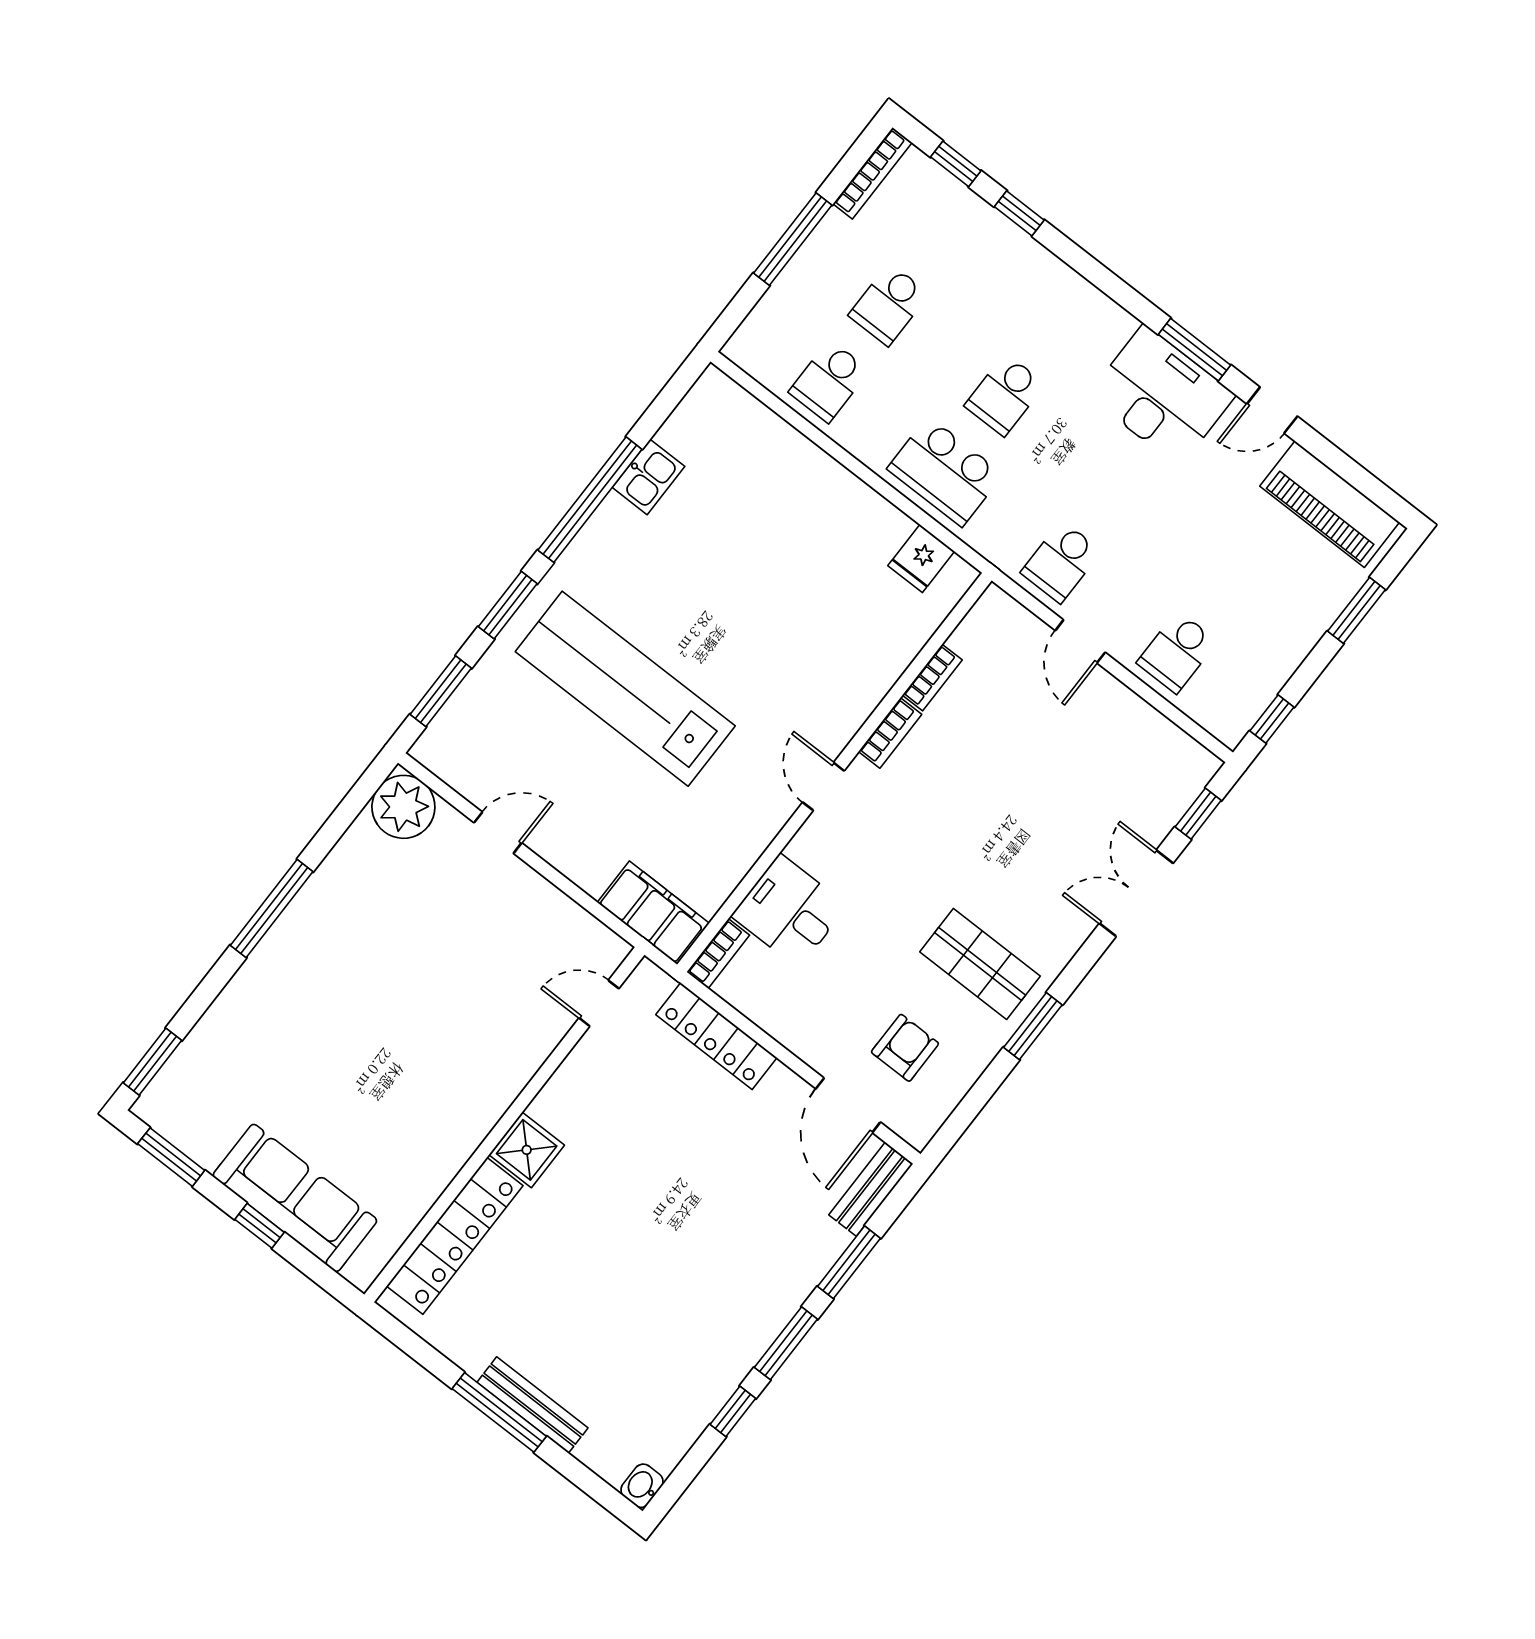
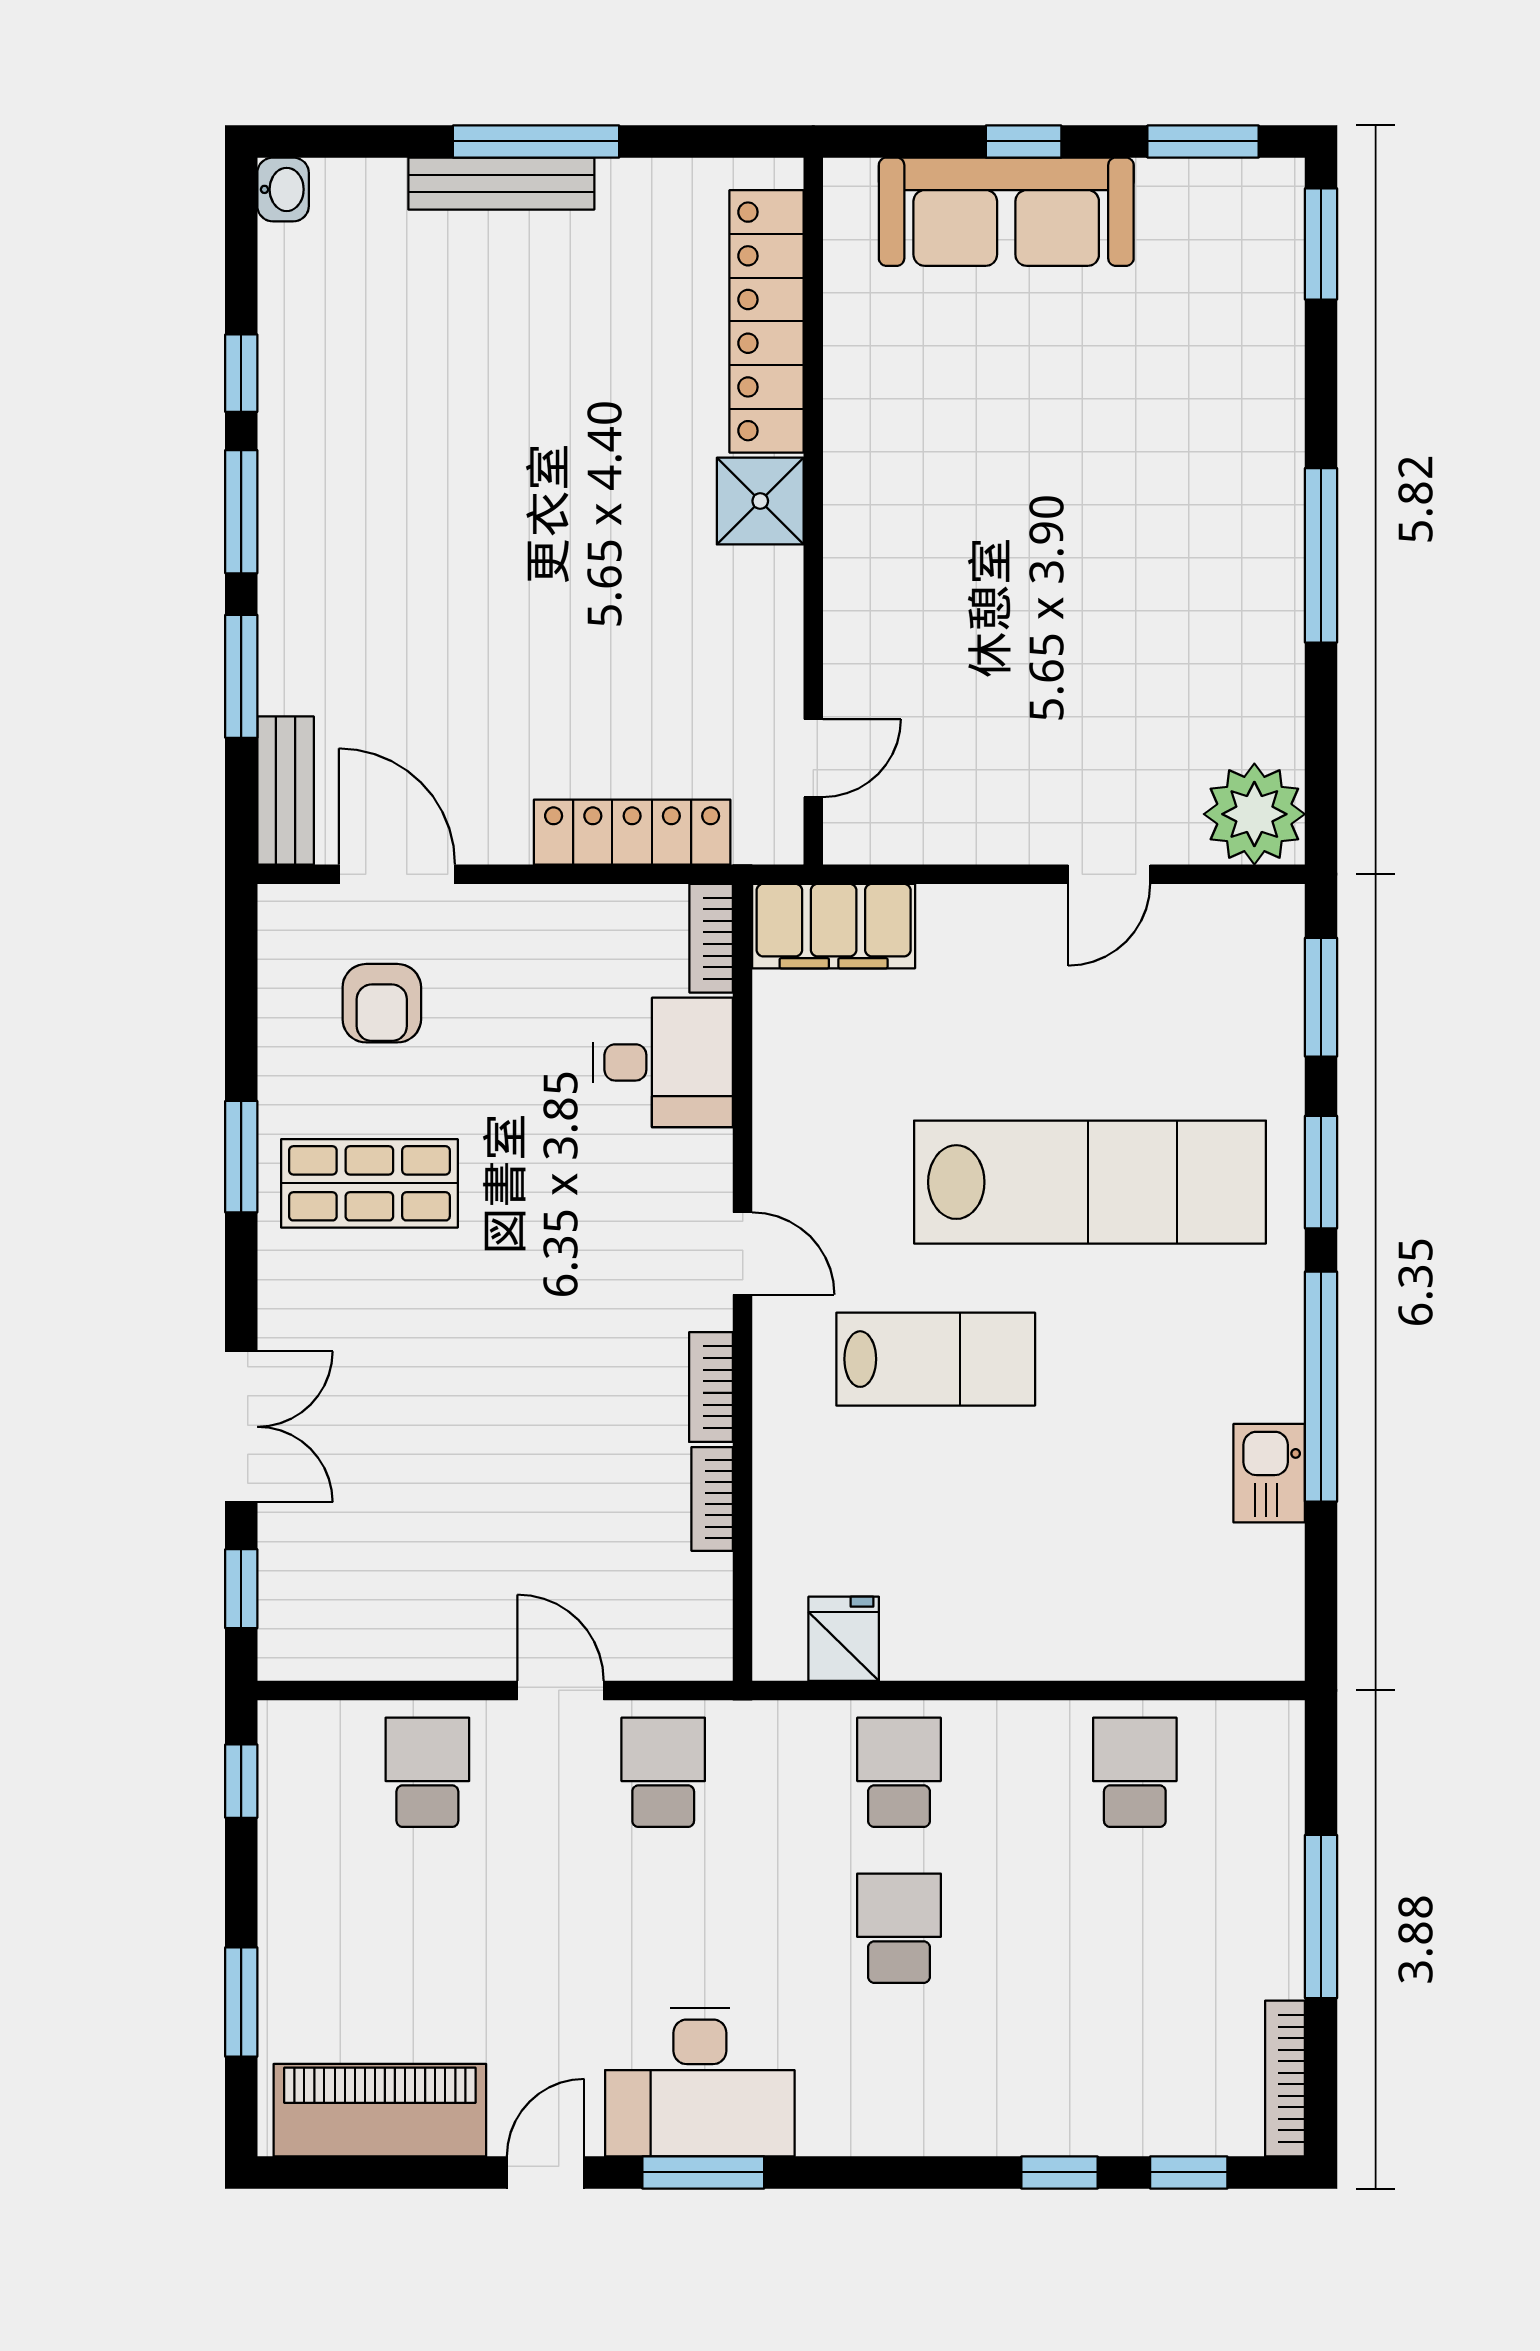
school desk: (889, 305) -> (1135, 1928), removed
school desk: (945, 472) -> (899, 1772), width x0.54
lab bench: (769, 661) -> (936, 1359), added

